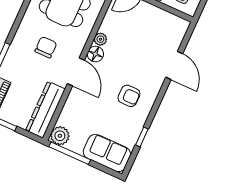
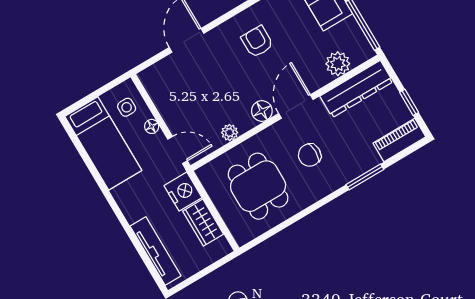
plant: (100, 39) -> (230, 133), moved
plant: (60, 136) -> (338, 64), moved

